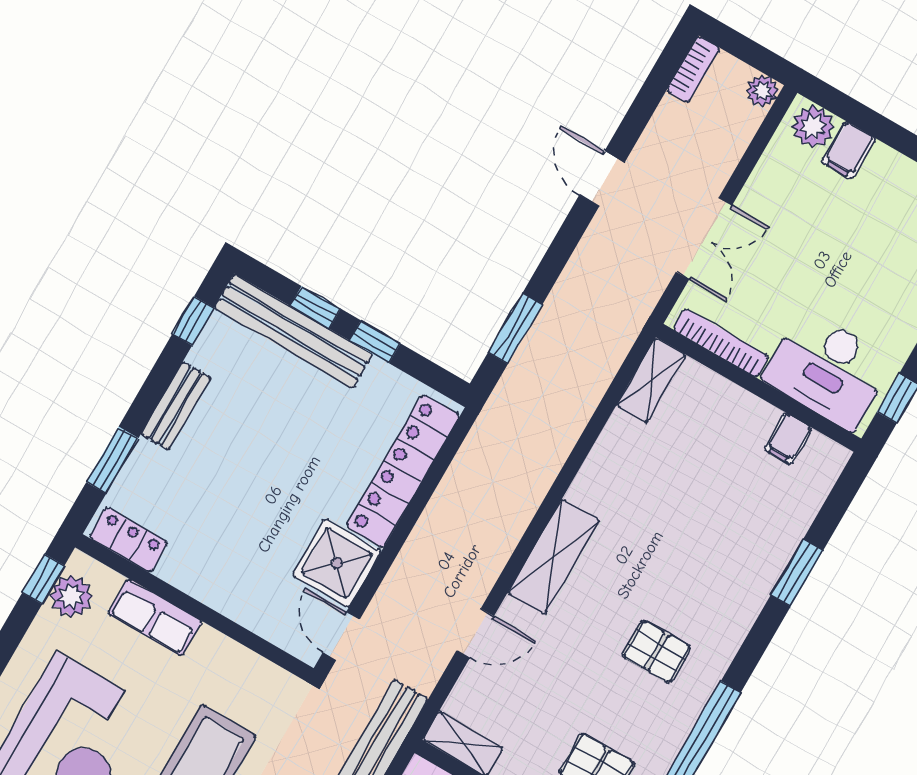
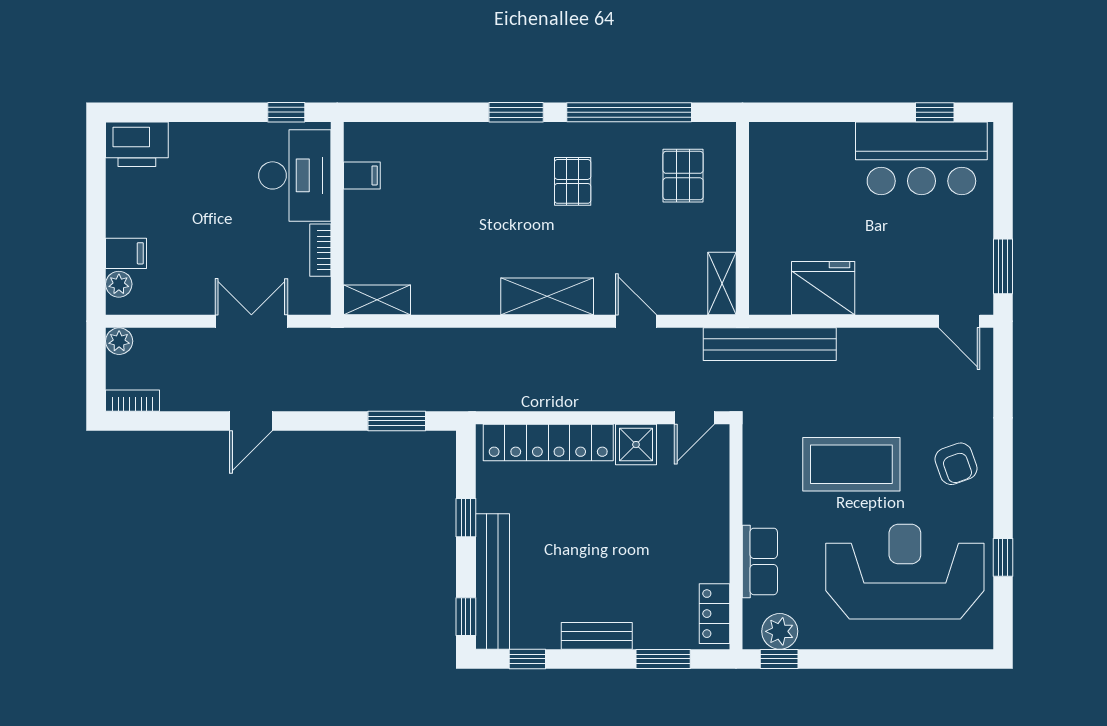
plant: (813, 127) -> (119, 284), width x0.73, depth x0.73
window: (315, 307) -> (466, 617), moved
bookcase: (721, 343) -> (320, 250), width x0.64
shower: (337, 563) -> (636, 445), width x0.73, depth x0.73
window: (797, 573) -> (516, 112), moved

